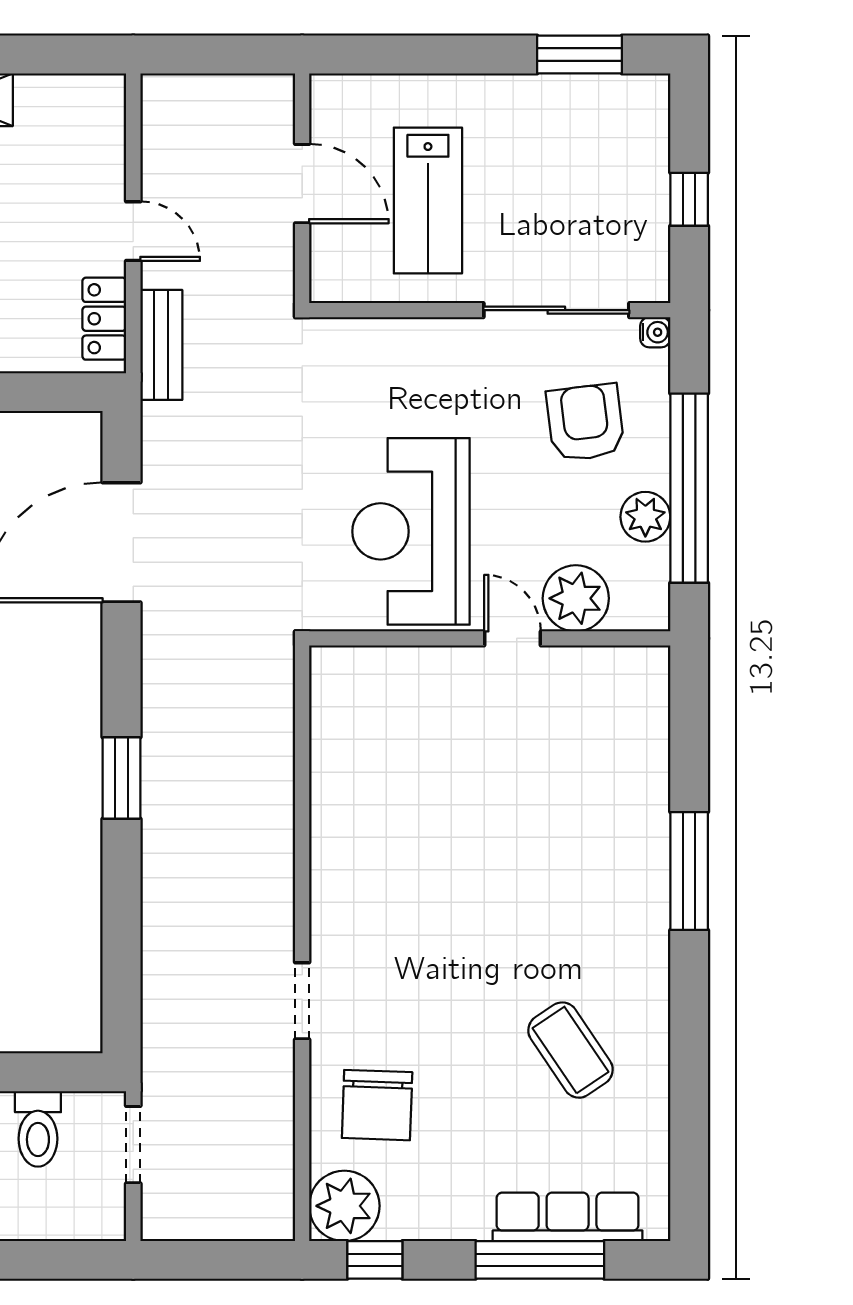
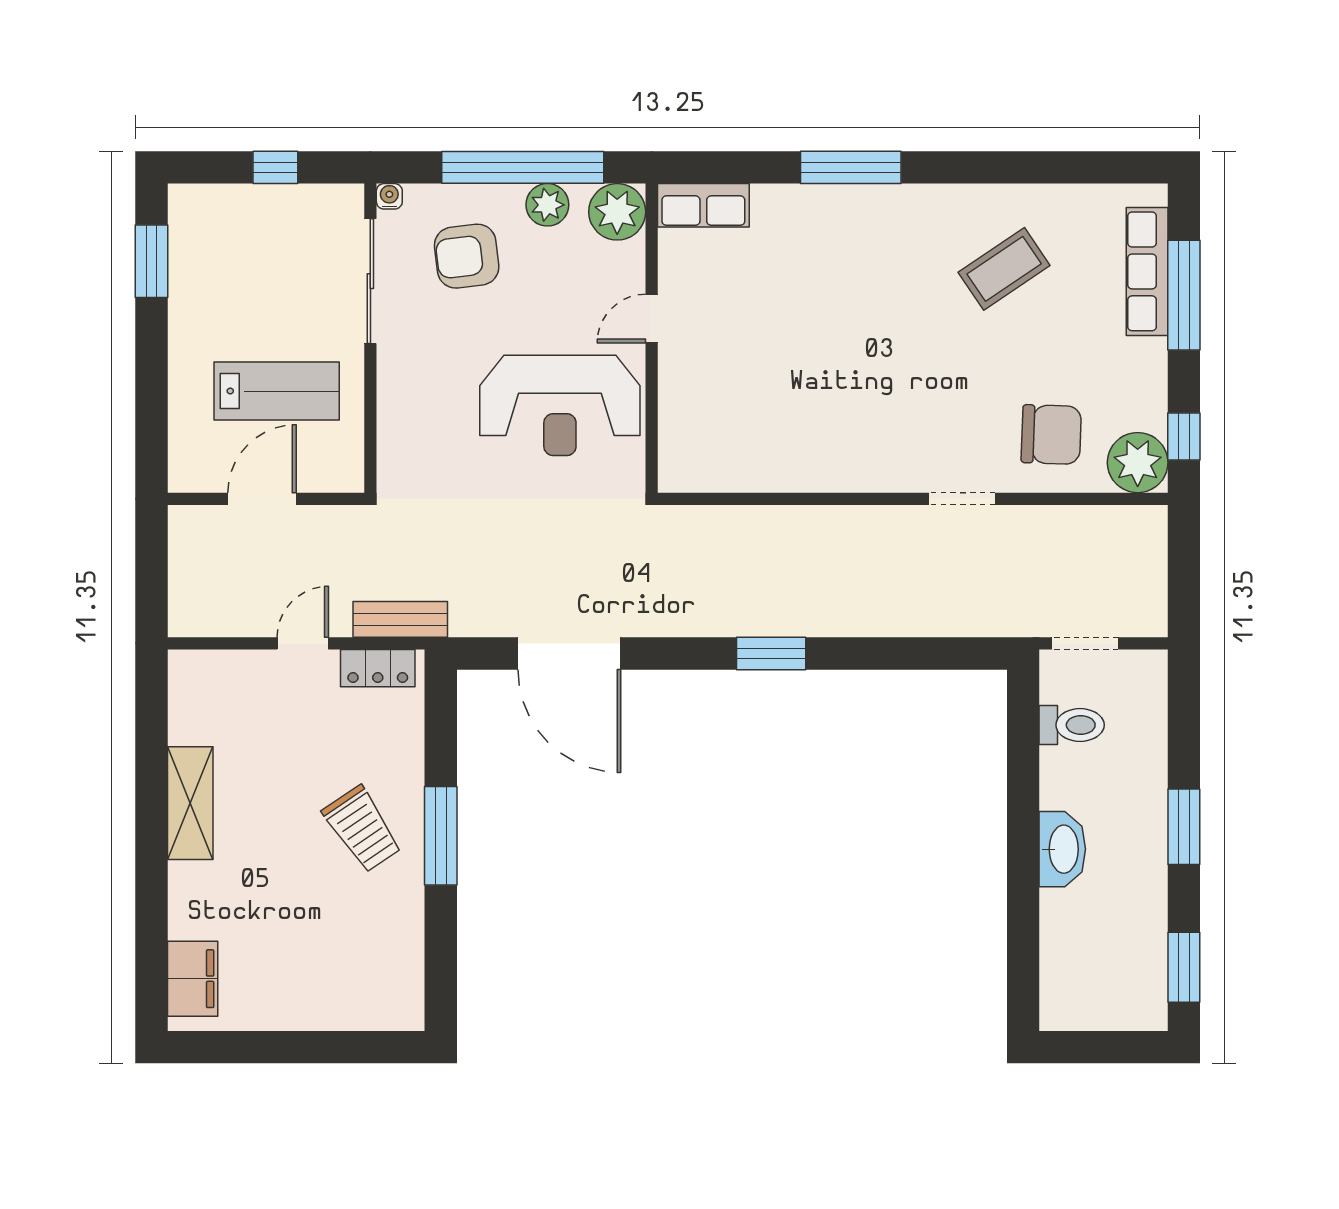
plant: (576, 598) -> (617, 212), moved
row of seats: (645, 699) -> (703, 205), added

